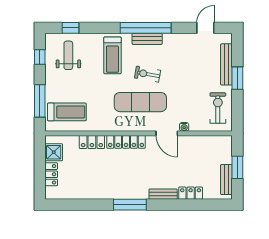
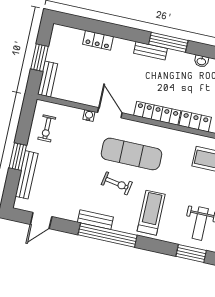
window: (70, 28) -> (191, 253), width x1.50
bench: (147, 39) -> (95, 220), moved
exercise bike: (218, 108) -> (47, 128), width x0.73, depth x0.72
bench: (226, 180) -> (48, 79), moved
bench: (163, 194) -> (151, 51), moved
washbasin: (98, 195) -> (201, 61), added

